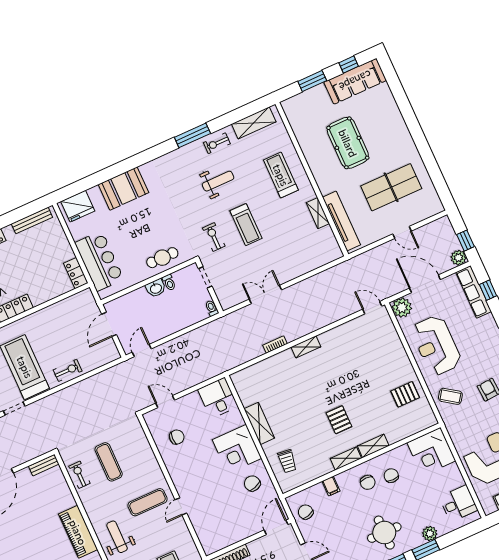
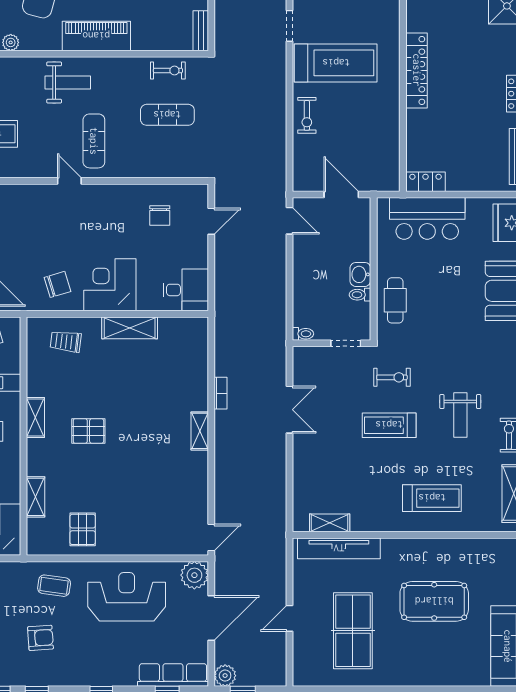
shelving: (318, 213) -> (330, 523), moved
coffee table: (450, 396) -> (54, 586), turned 63
shelving: (373, 446) -> (36, 497), moved

